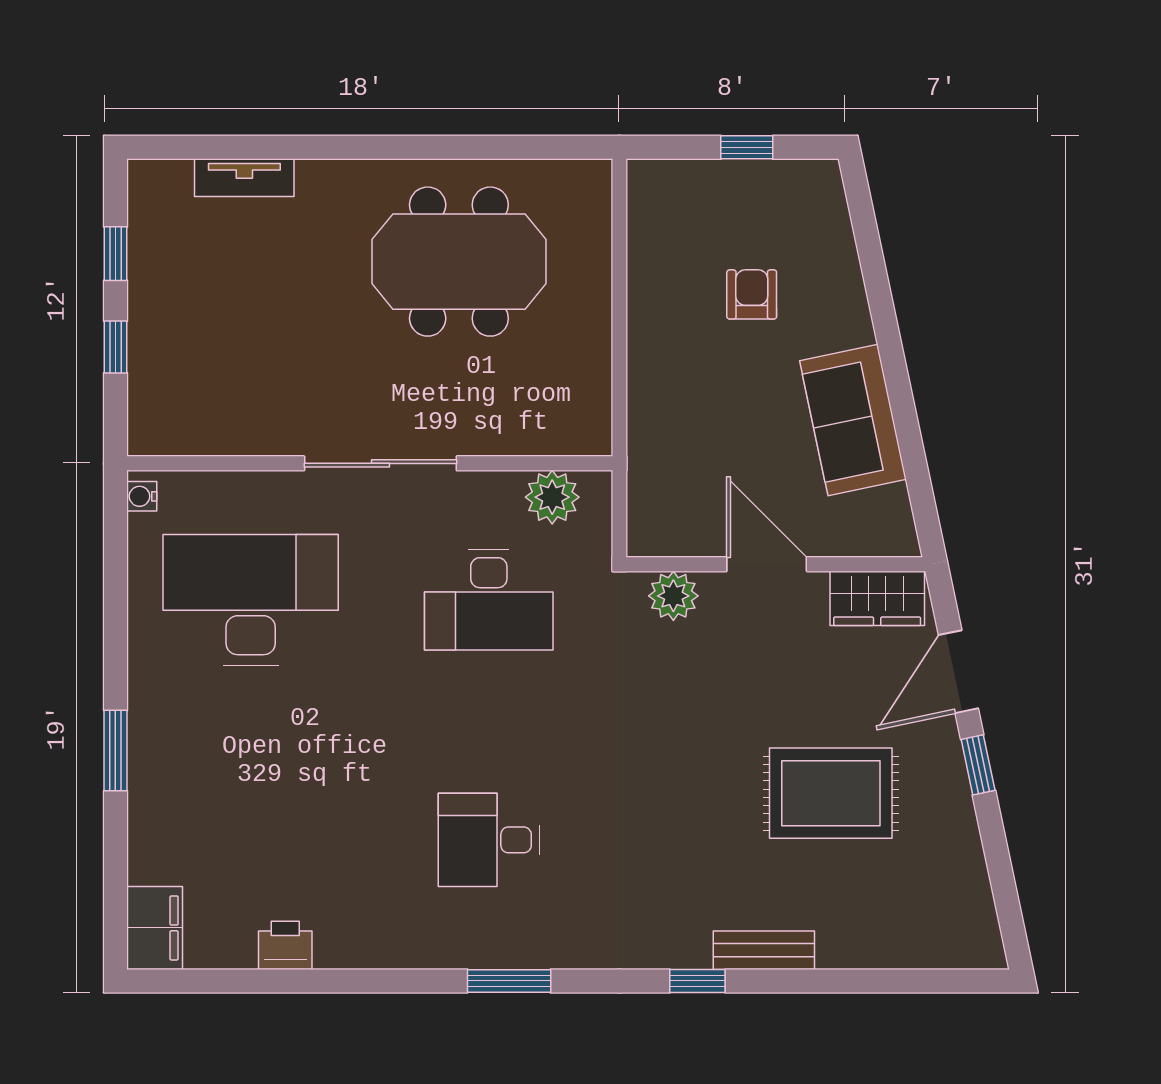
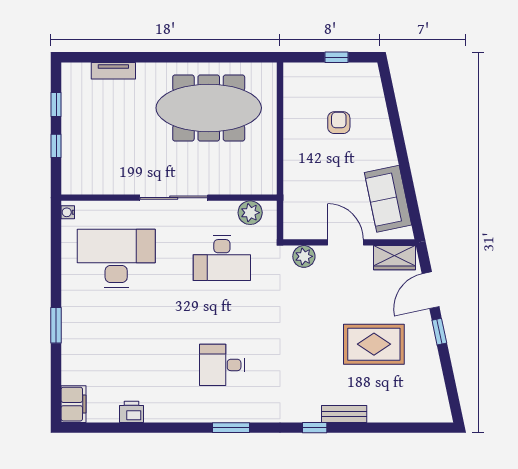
meeting table: (459, 262) -> (209, 108), width x1.36
sofa: (853, 420) -> (388, 199), moved

